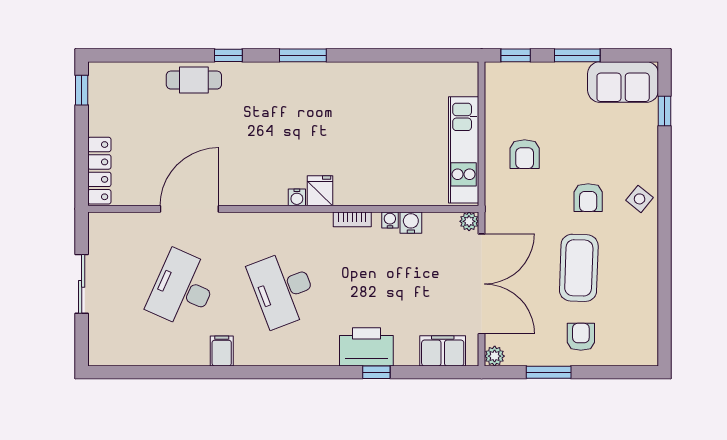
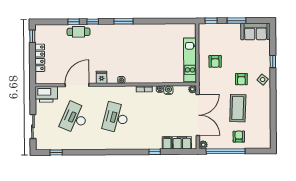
window: (182, 55) -> (74, 22), added
window: (665, 111) -> (273, 62), moved
locker: (99, 171) -> (40, 58), moved
fridge: (320, 191) -> (102, 77), moved
sliding door: (82, 284) -> (33, 126), moved
desk: (283, 289) -> (116, 118), turned 36
printer: (366, 347) -> (46, 94), moved, turned 180
filing cabinet: (222, 351) -> (167, 143), moved
window: (137, 372) -> (56, 152), added
window: (549, 372) -> (226, 151), width x2.11

